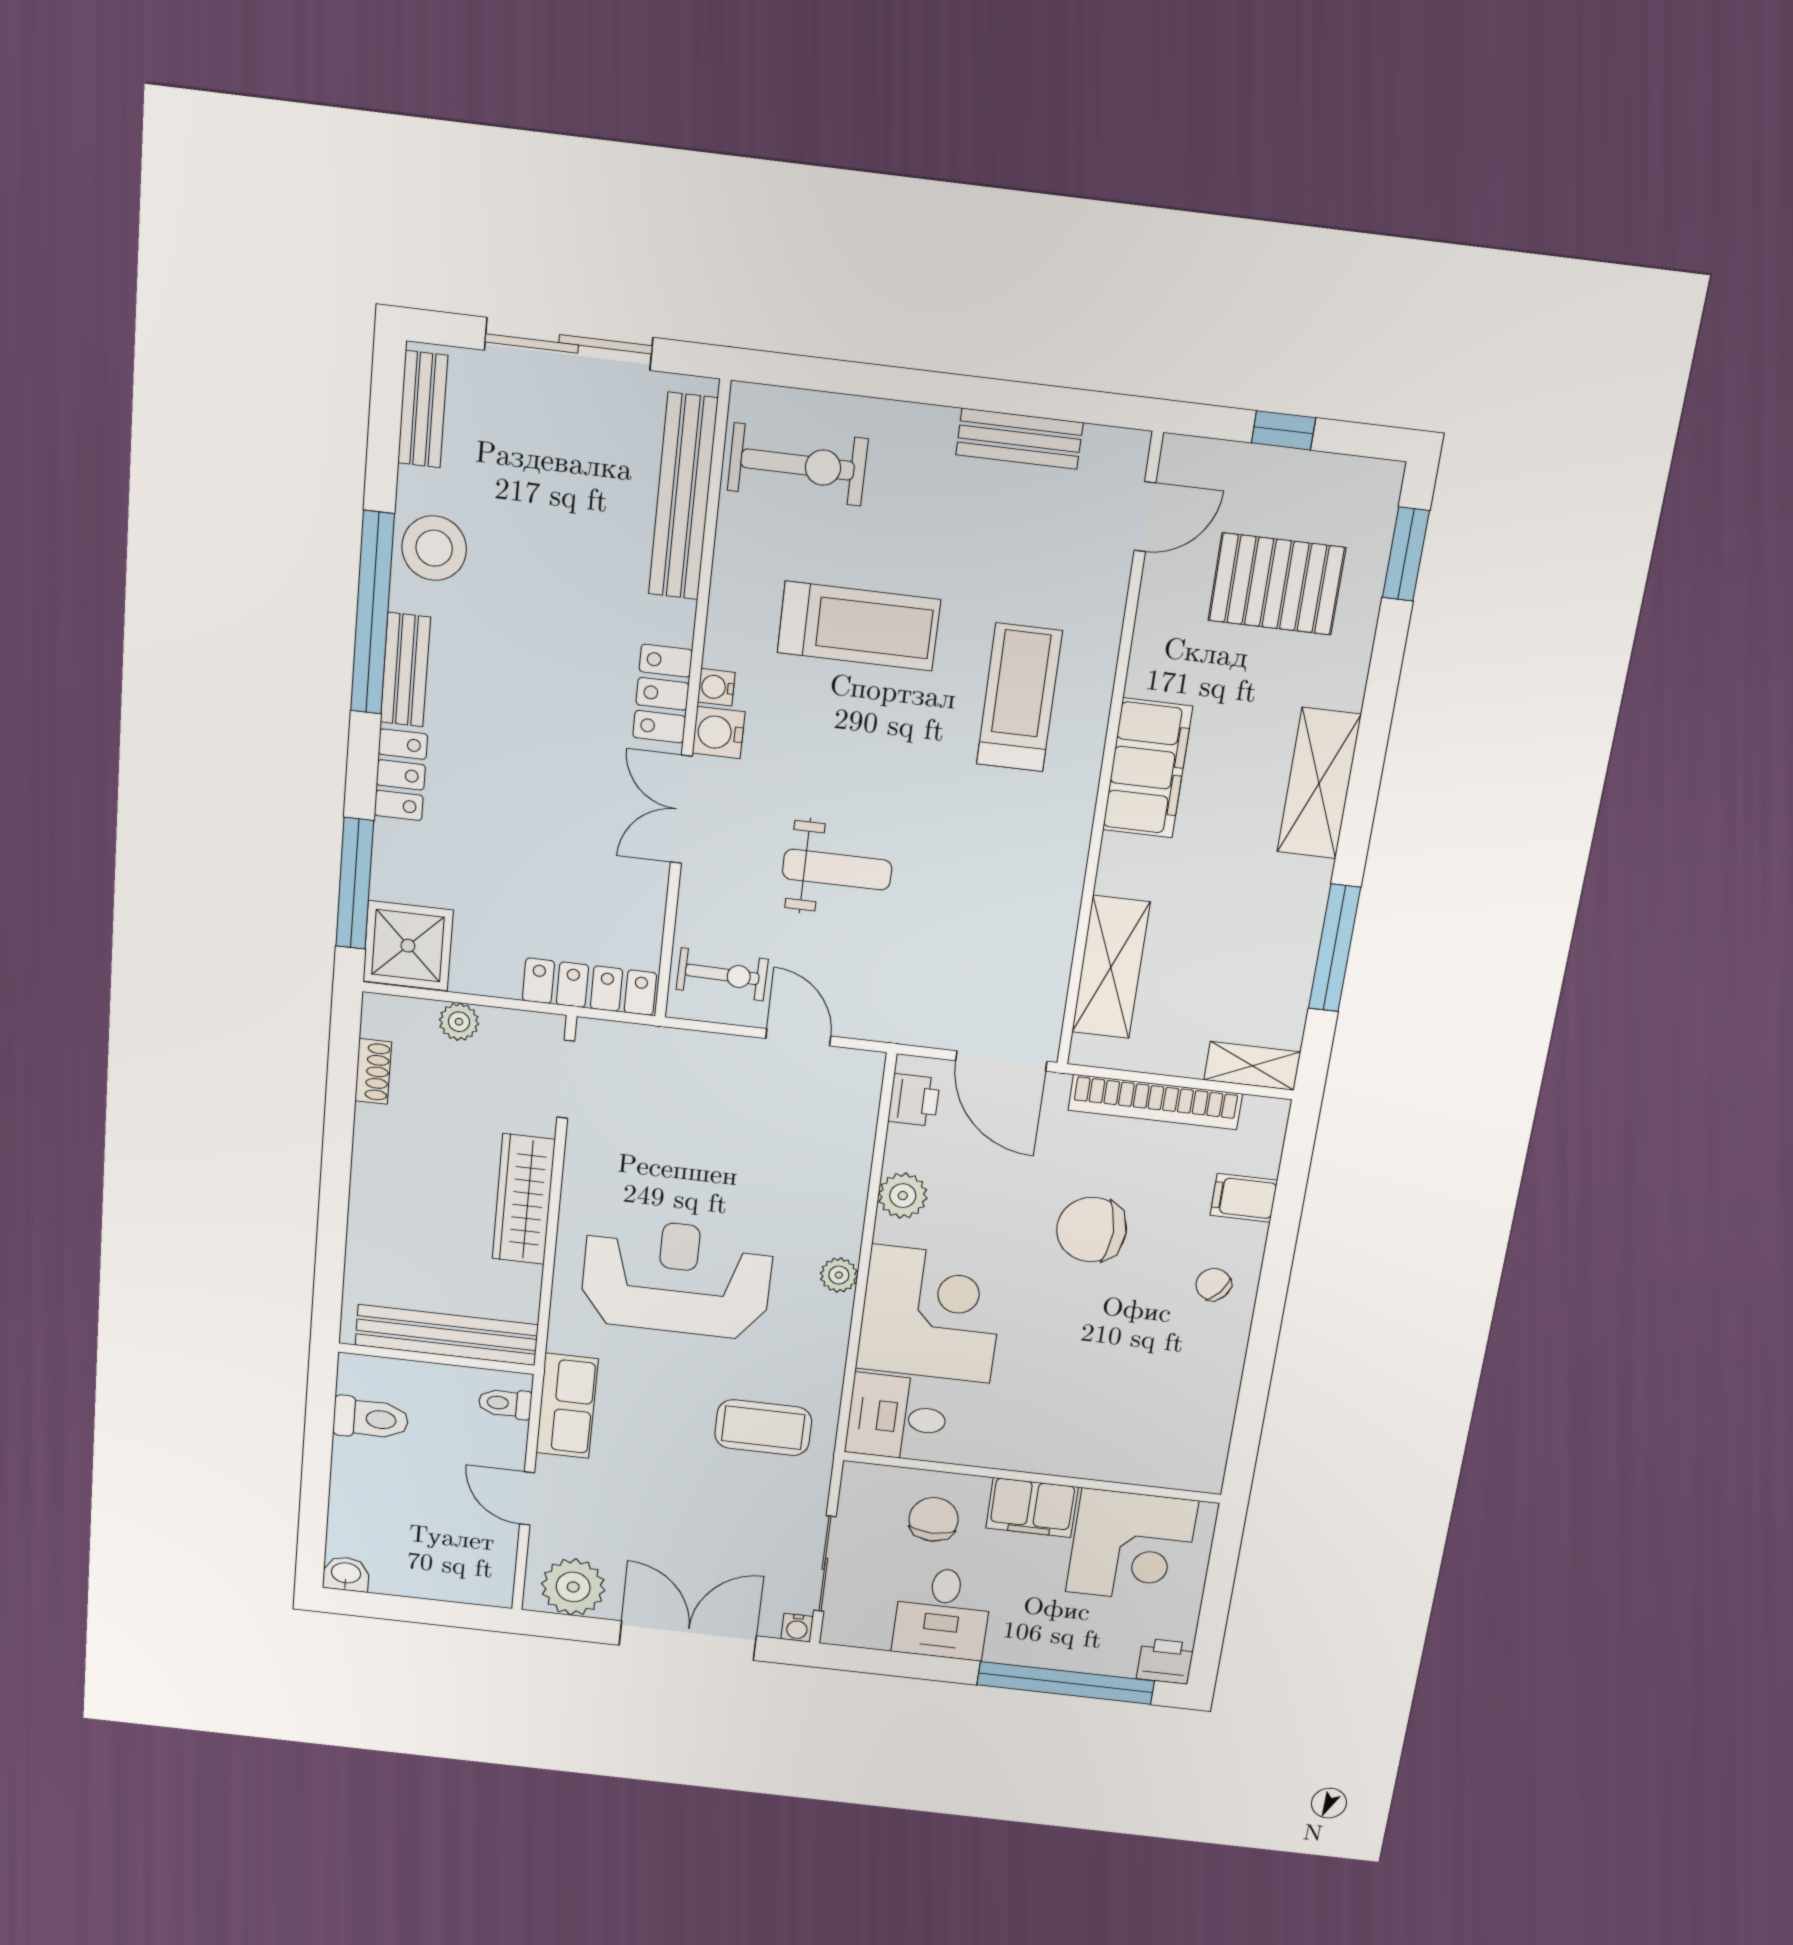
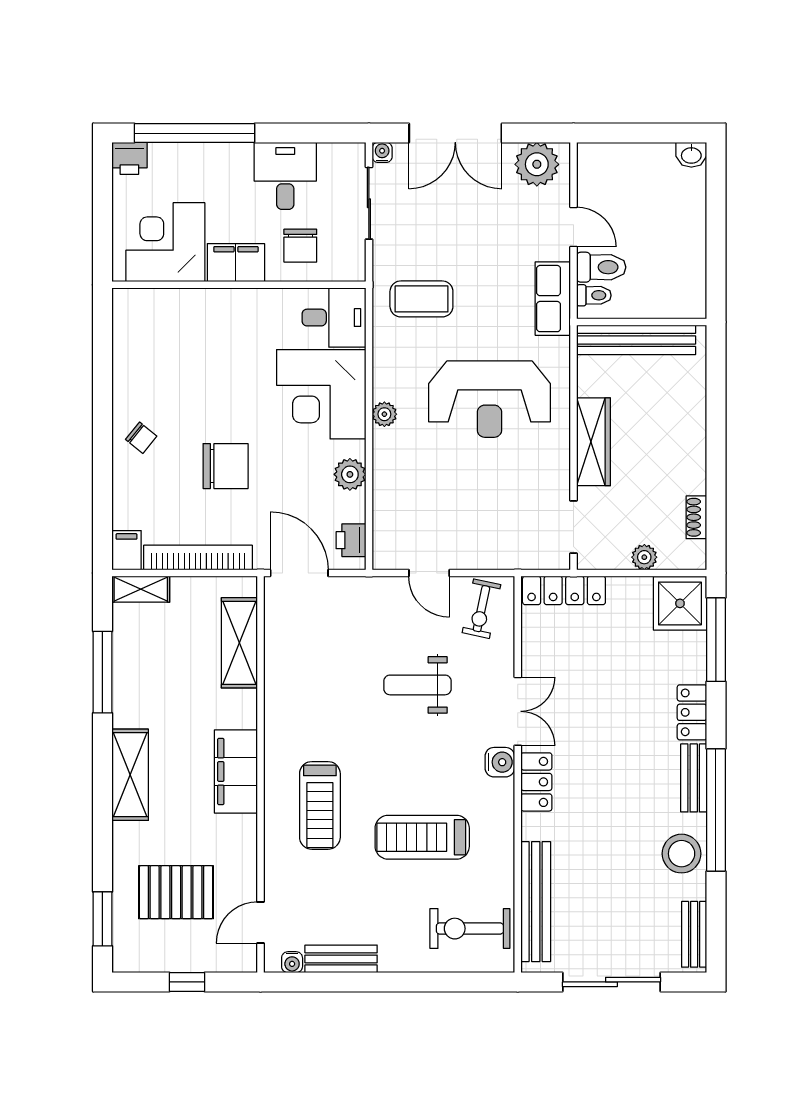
water cooler: (716, 687) -> (292, 962), moved, turned 90
exercise bike: (722, 974) -> (481, 609), turned -79
filing cabinet: (1244, 1198) -> (127, 550), moved, turned -90
toilet: (371, 1419) -> (601, 267), moved, turned 180

